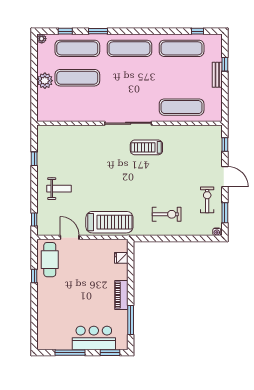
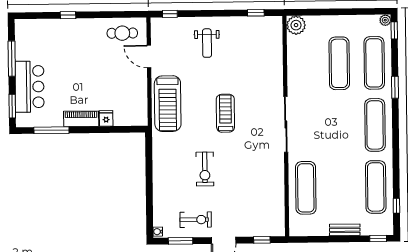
window: (65, 31) -> (394, 30), moved
window: (225, 64) -> (378, 238), moved
plant: (45, 81) -> (296, 25), moved
treadmill: (146, 147) -> (225, 113), moved
window: (34, 159) -> (256, 13), moved
exercise bike: (167, 214) -> (205, 169), moved
door: (70, 237) -> (149, 56), swing flipped
fridge: (121, 258) -> (106, 118), moved
cafe table: (50, 260) -> (122, 33), width x0.73, depth x0.74
window: (34, 276) -> (68, 15), moved

